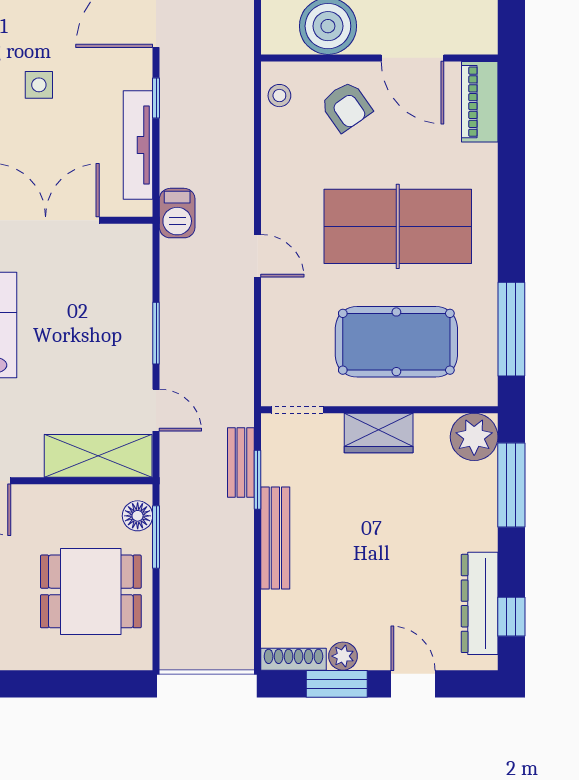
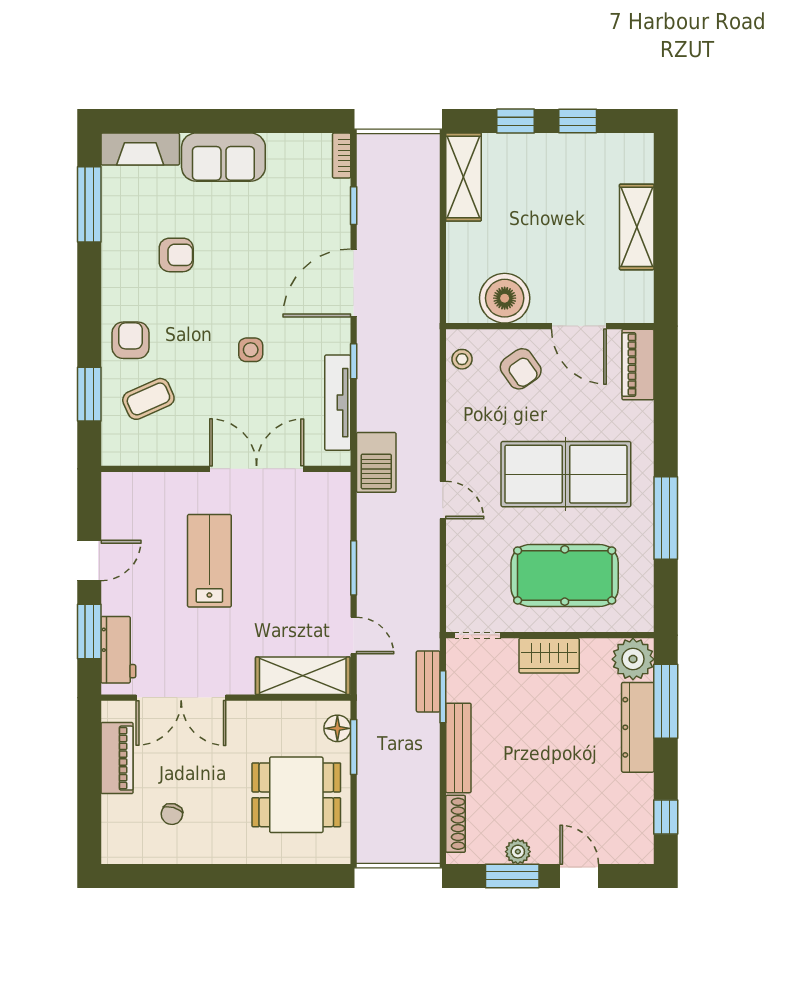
barbecue: (177, 213) -> (376, 462), width x1.38, depth x1.27
window: (511, 329) -> (666, 518), moved
dresser: (480, 603) -> (638, 727), moved
shoe rack: (294, 659) -> (456, 824), moved, turned 90

